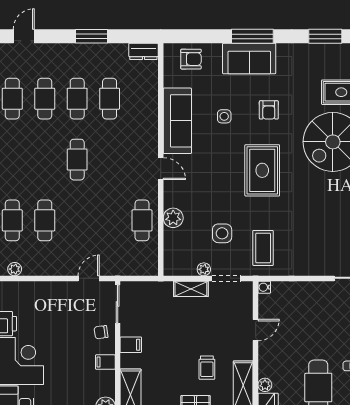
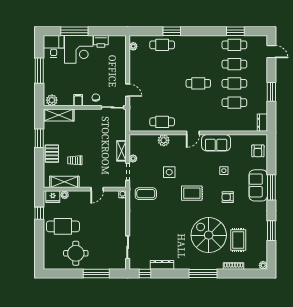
sofa: (177, 121) -> (216, 143), width x0.73
rug: (262, 170) -> (192, 193), width x0.73, depth x0.70
cafe table: (45, 220) -> (162, 64), removed
side table: (222, 233) -> (169, 172), moved
door: (256, 330) -> (97, 189), hinge flipped
filing cabinet: (131, 345) -> (88, 115), removed

